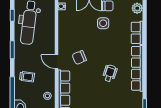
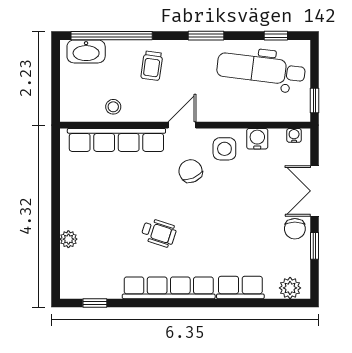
side table: (103, 23) -> (224, 149), moved
water cooler: (63, 24) -> (257, 139), added

